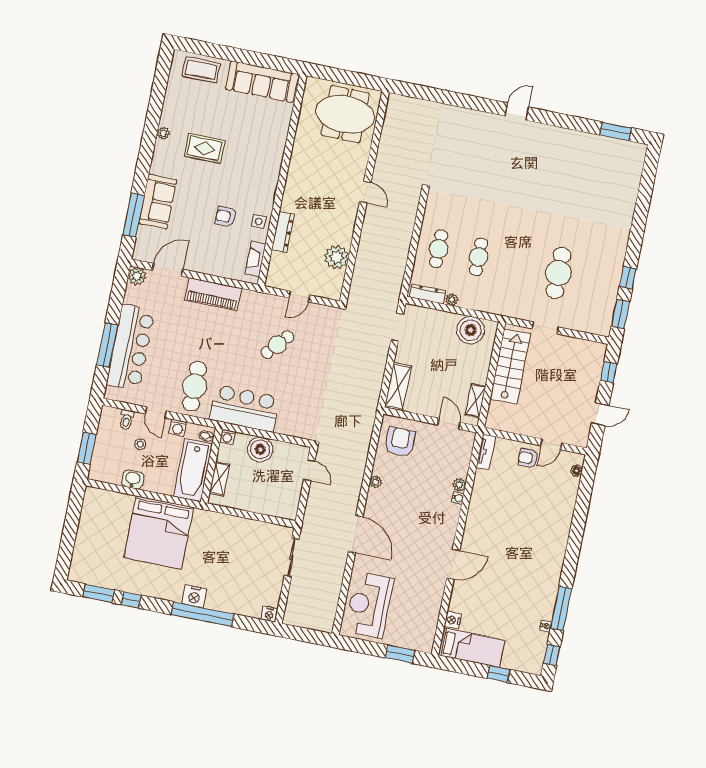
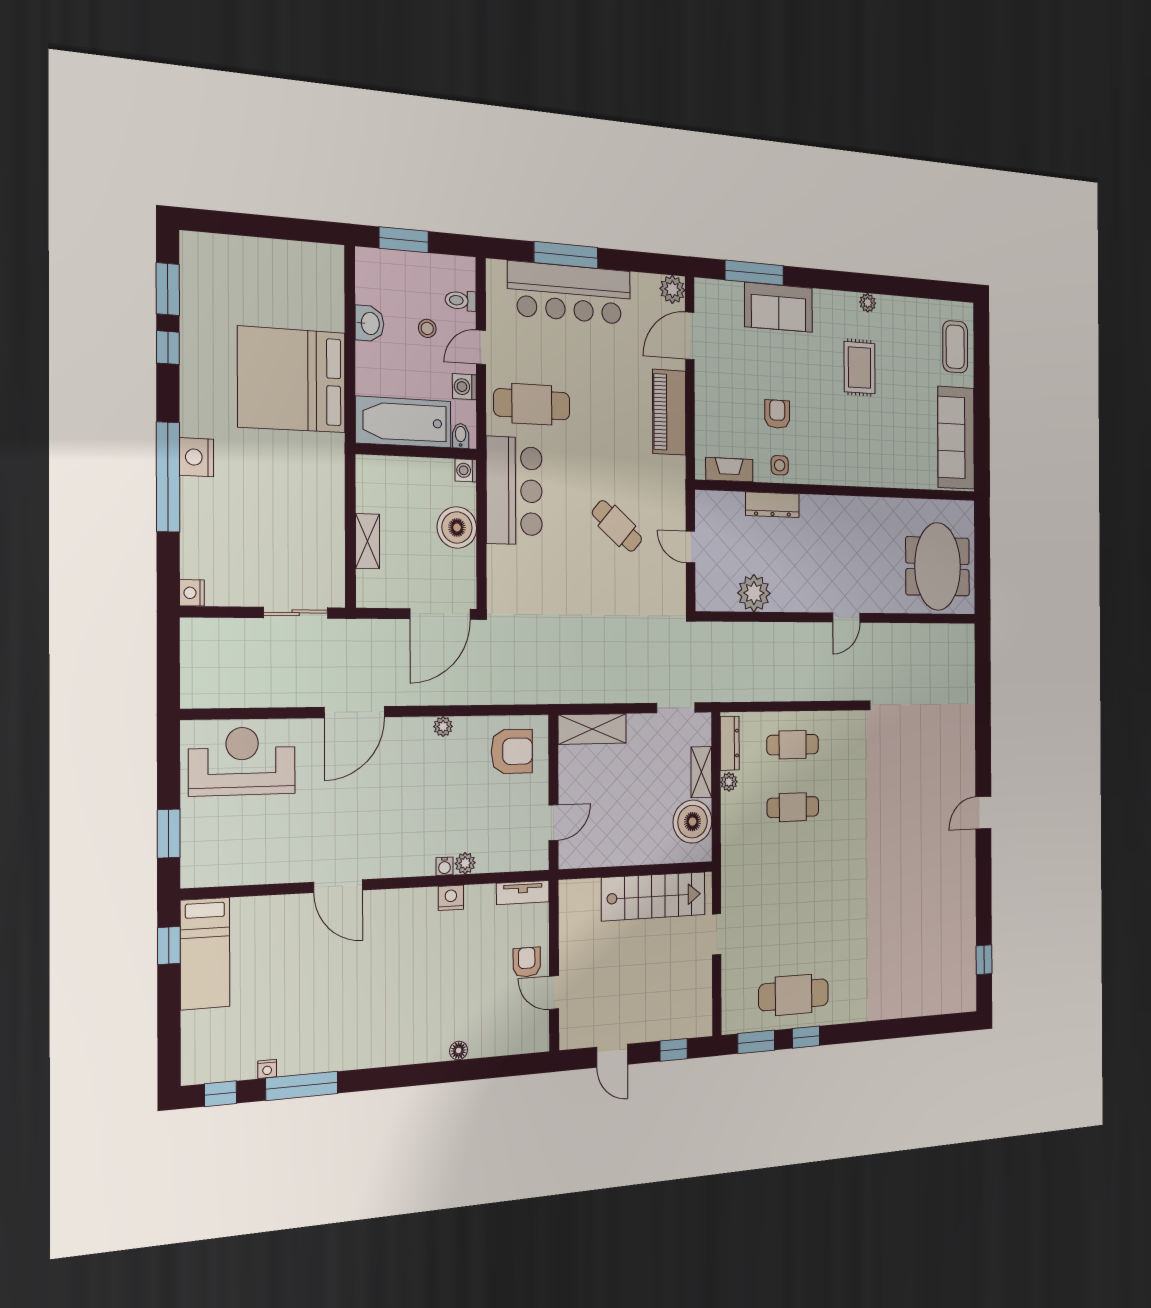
door: (517, 112) -> (983, 813), swing flipped
window: (615, 131) -> (984, 960), width x0.67
door: (168, 270) -> (690, 336), swing flipped
cafe table: (558, 273) -> (794, 995), moved
shelving: (475, 401) -> (701, 772), moved, turned 90
door: (309, 470) -> (440, 614), width x1.88
floor lamp: (577, 471) -> (459, 1051), moved
shelving: (219, 479) -> (368, 541), moved, turned 90
nightstand: (453, 620) -> (451, 898), moved
window: (499, 674) -> (169, 946), moved

